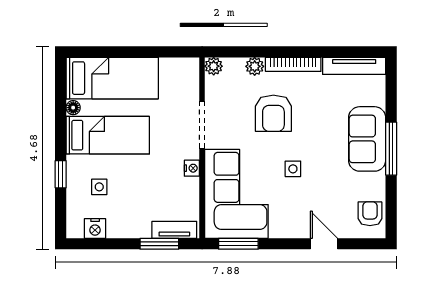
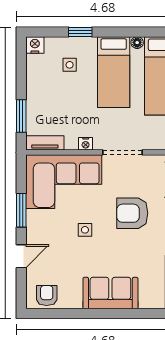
window: (391, 149) -> (102, 314), removed
armchair: (370, 214) -> (47, 295), turned -90
nightstand: (95, 229) -> (35, 45), moved, turned 90
tv unit: (174, 230) -> (45, 143), moved, turned -90
window: (238, 244) -> (21, 210), moved

